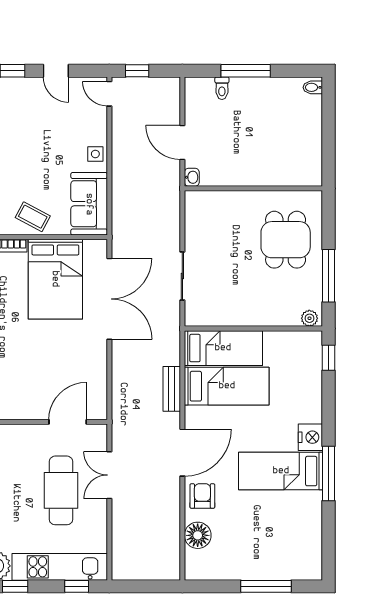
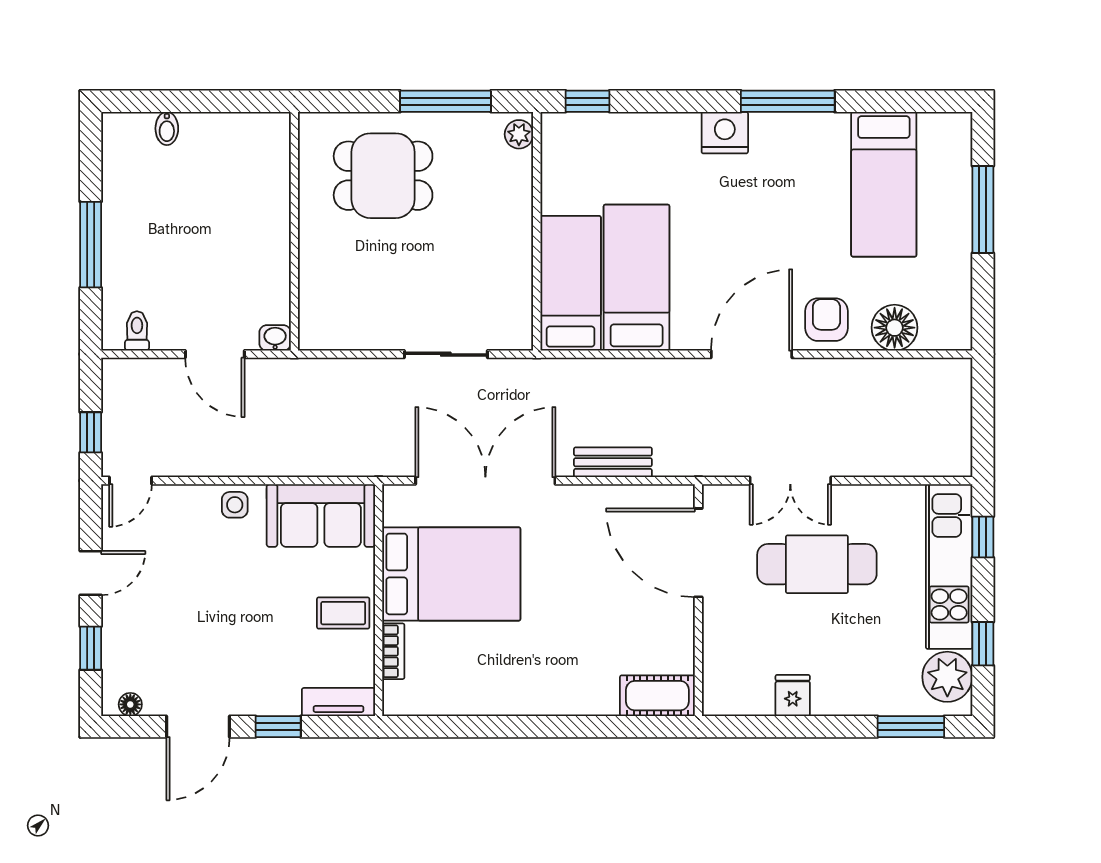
bidet: (313, 87) -> (167, 128), moved
toilet: (222, 88) -> (137, 331), moved, turned -90
door: (182, 142) -> (215, 354), hinge flipped
coffee table: (33, 217) -> (343, 613), turned 62
bench: (172, 389) -> (613, 462), moved
door: (68, 422) -> (698, 553), width x1.36
door: (182, 453) -> (752, 354), hinge flipped
bed: (281, 471) -> (884, 184), moved
armchair: (202, 496) -> (826, 320), turned 90

